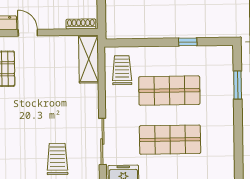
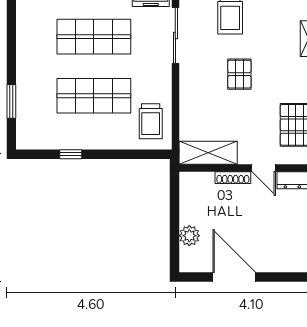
shoe rack: (81, 24) -> (233, 178), moved
shelving: (89, 59) -> (208, 153), moved, turned 90
pallet: (49, 110) -> (239, 74), added

